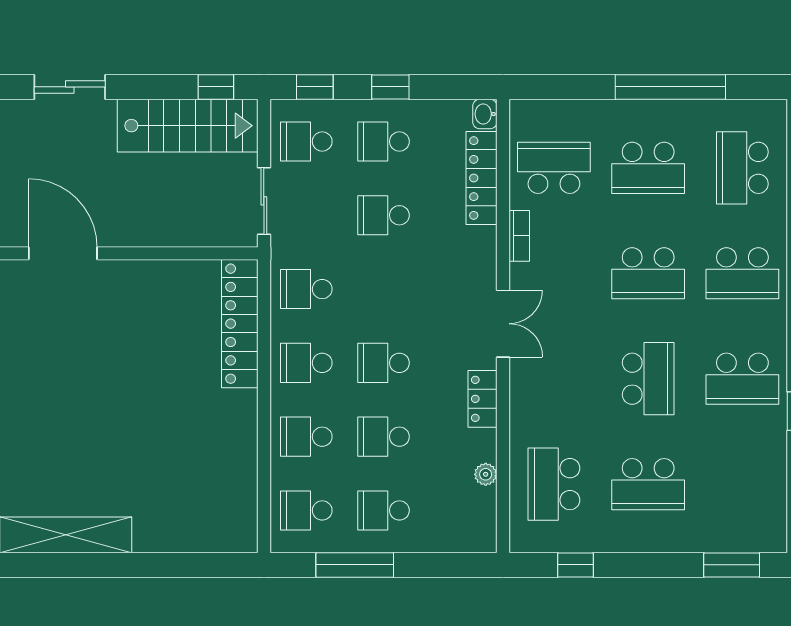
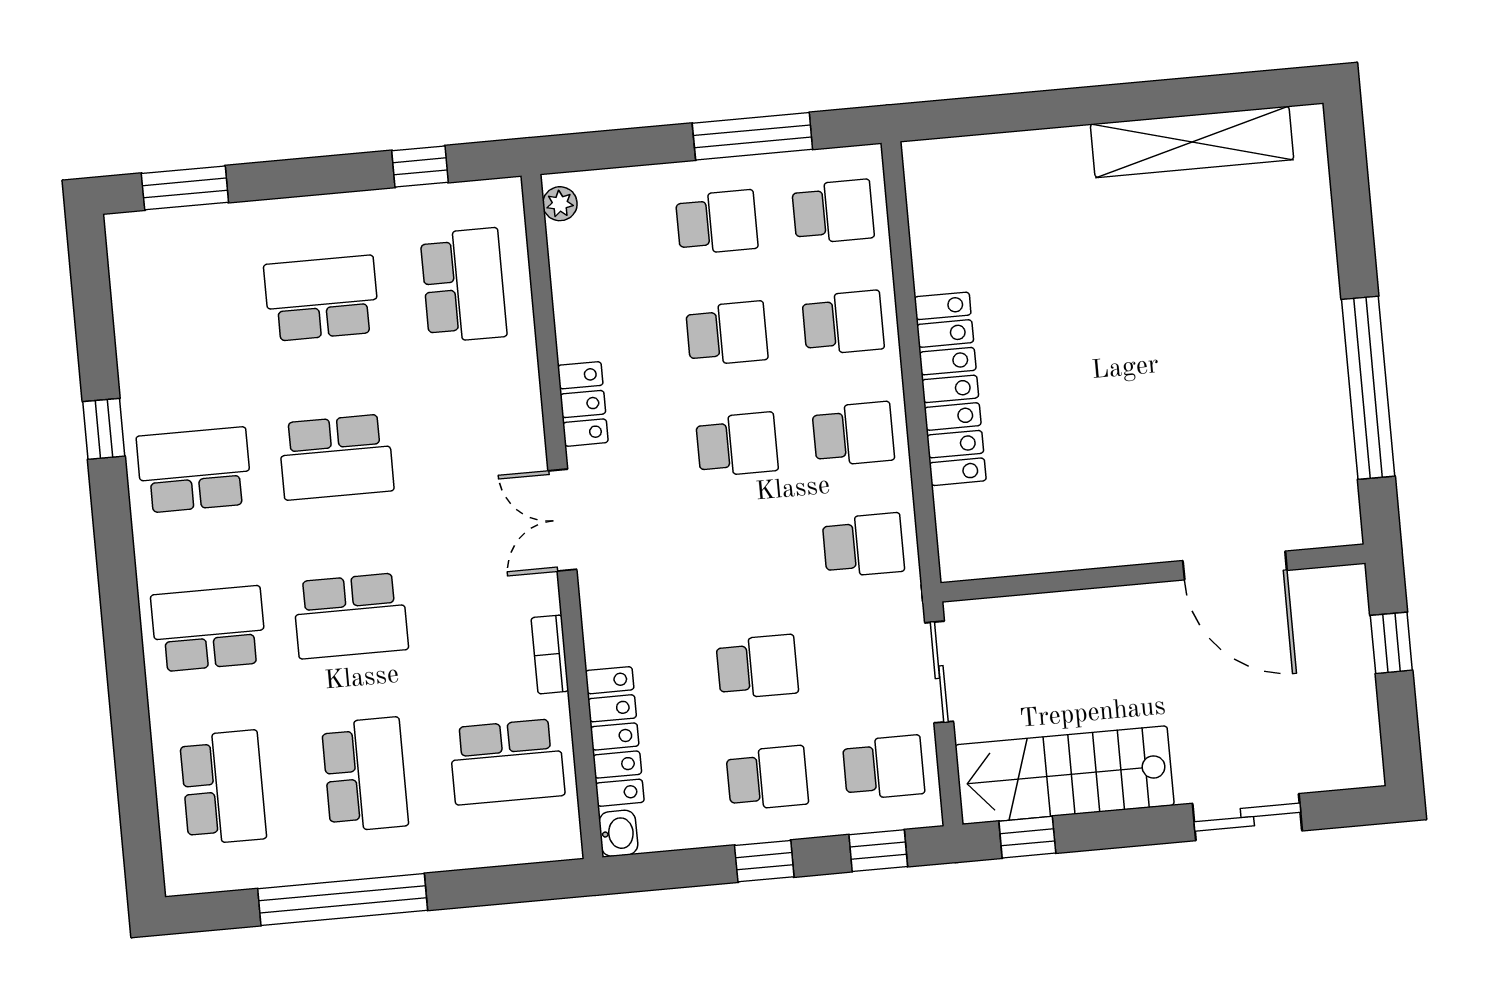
school desk: (648, 168) -> (365, 775), turned 90
school desk: (648, 273) -> (351, 616), turned 180
locker: (240, 324) -> (950, 389), moved
school desk: (648, 379) -> (336, 457), turned -90
plant: (486, 474) -> (560, 204), moved

